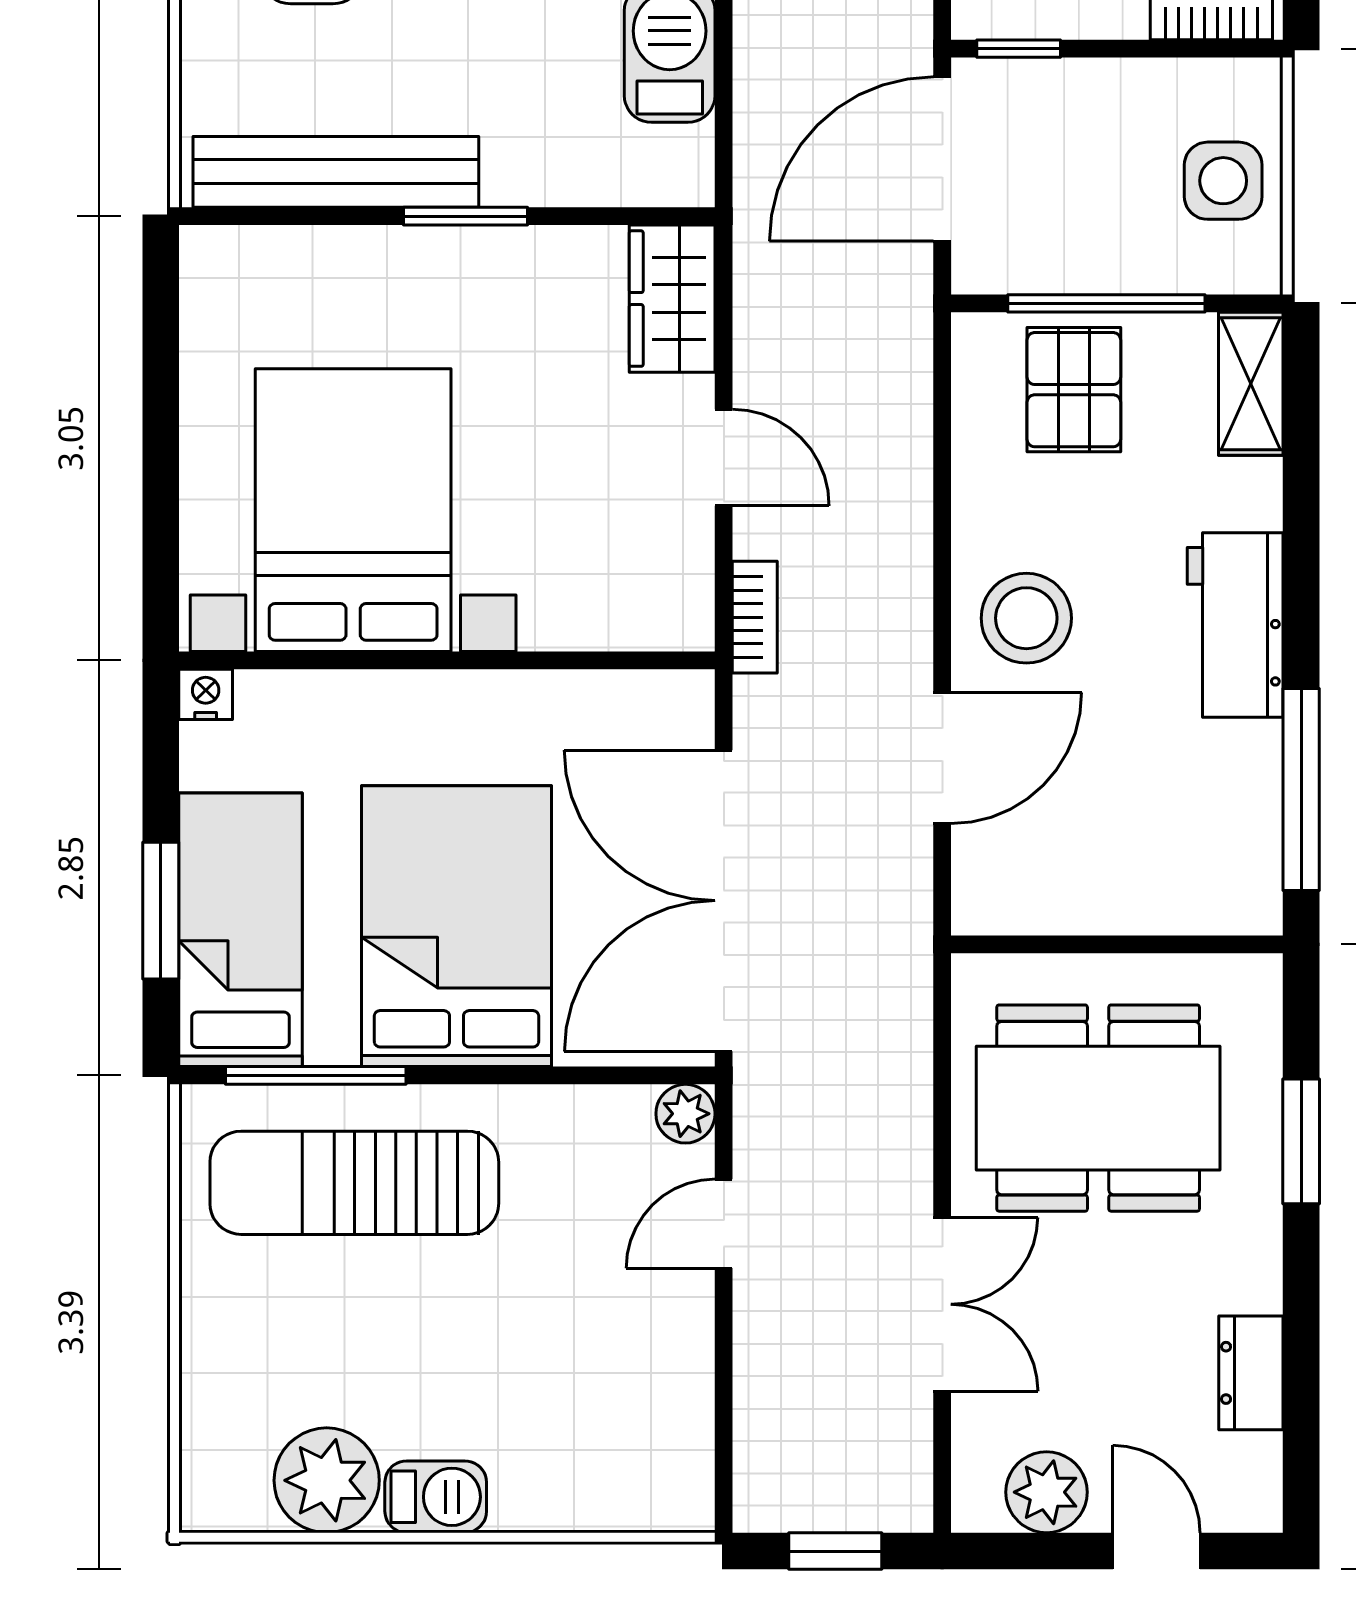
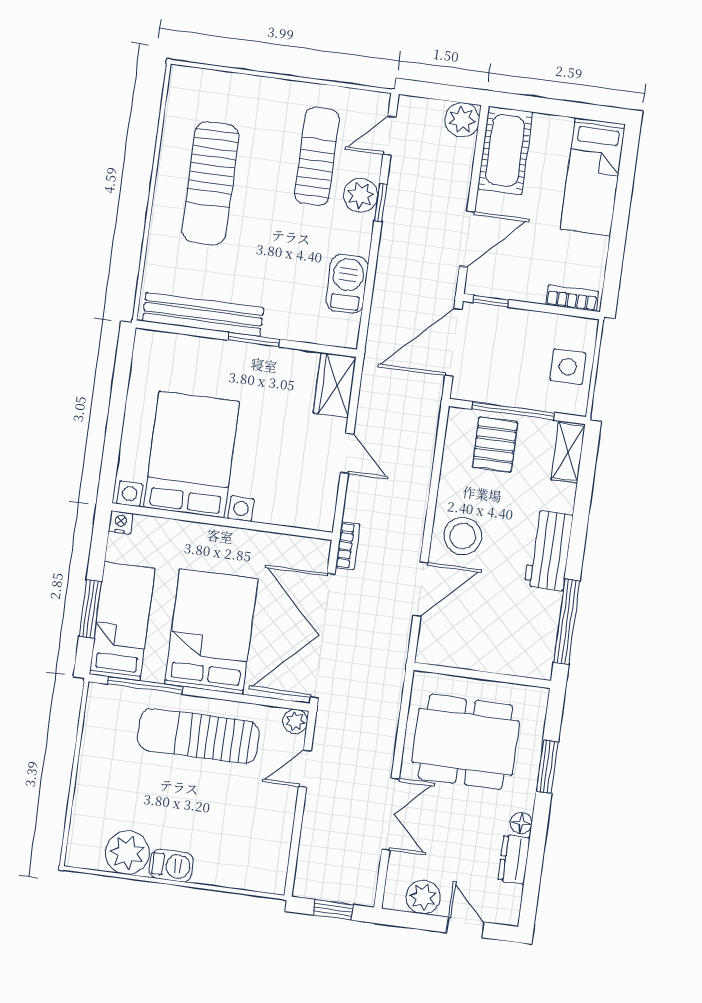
bookcase: (755, 617) -> (348, 546), moved
sun lounger: (354, 1183) -> (198, 736), moved
floor lamp: (1257, 1284) -> (521, 823), added

